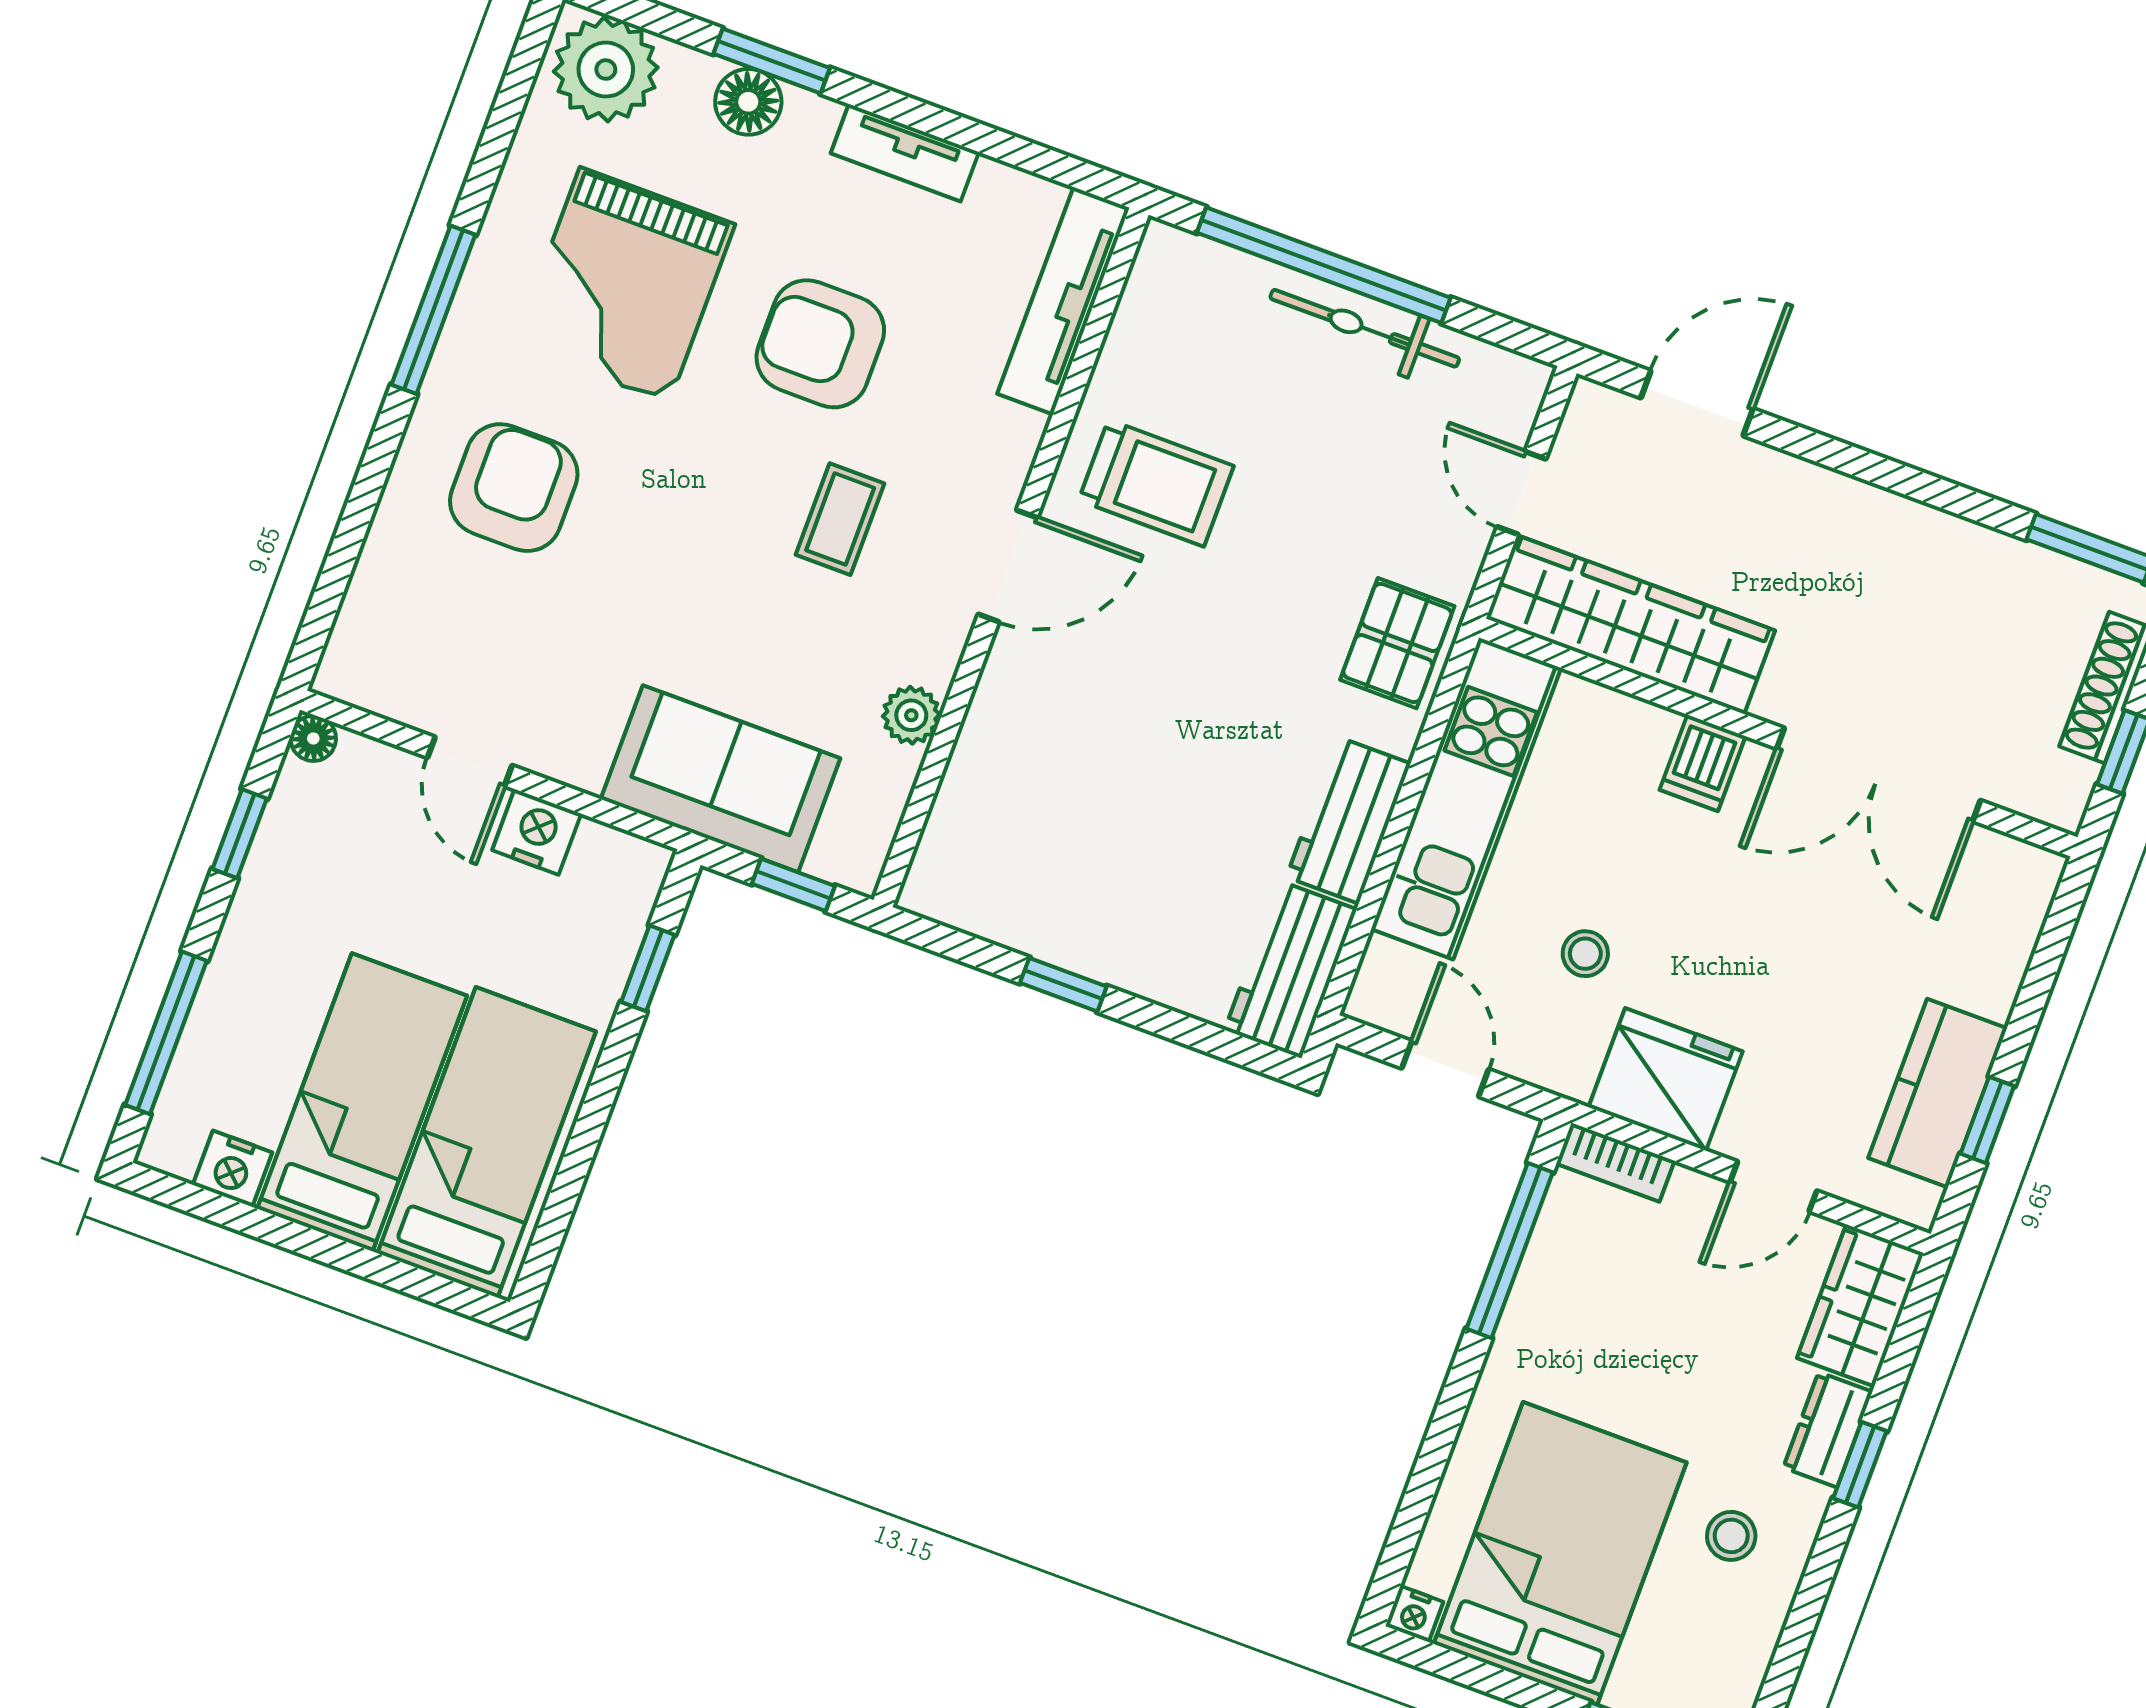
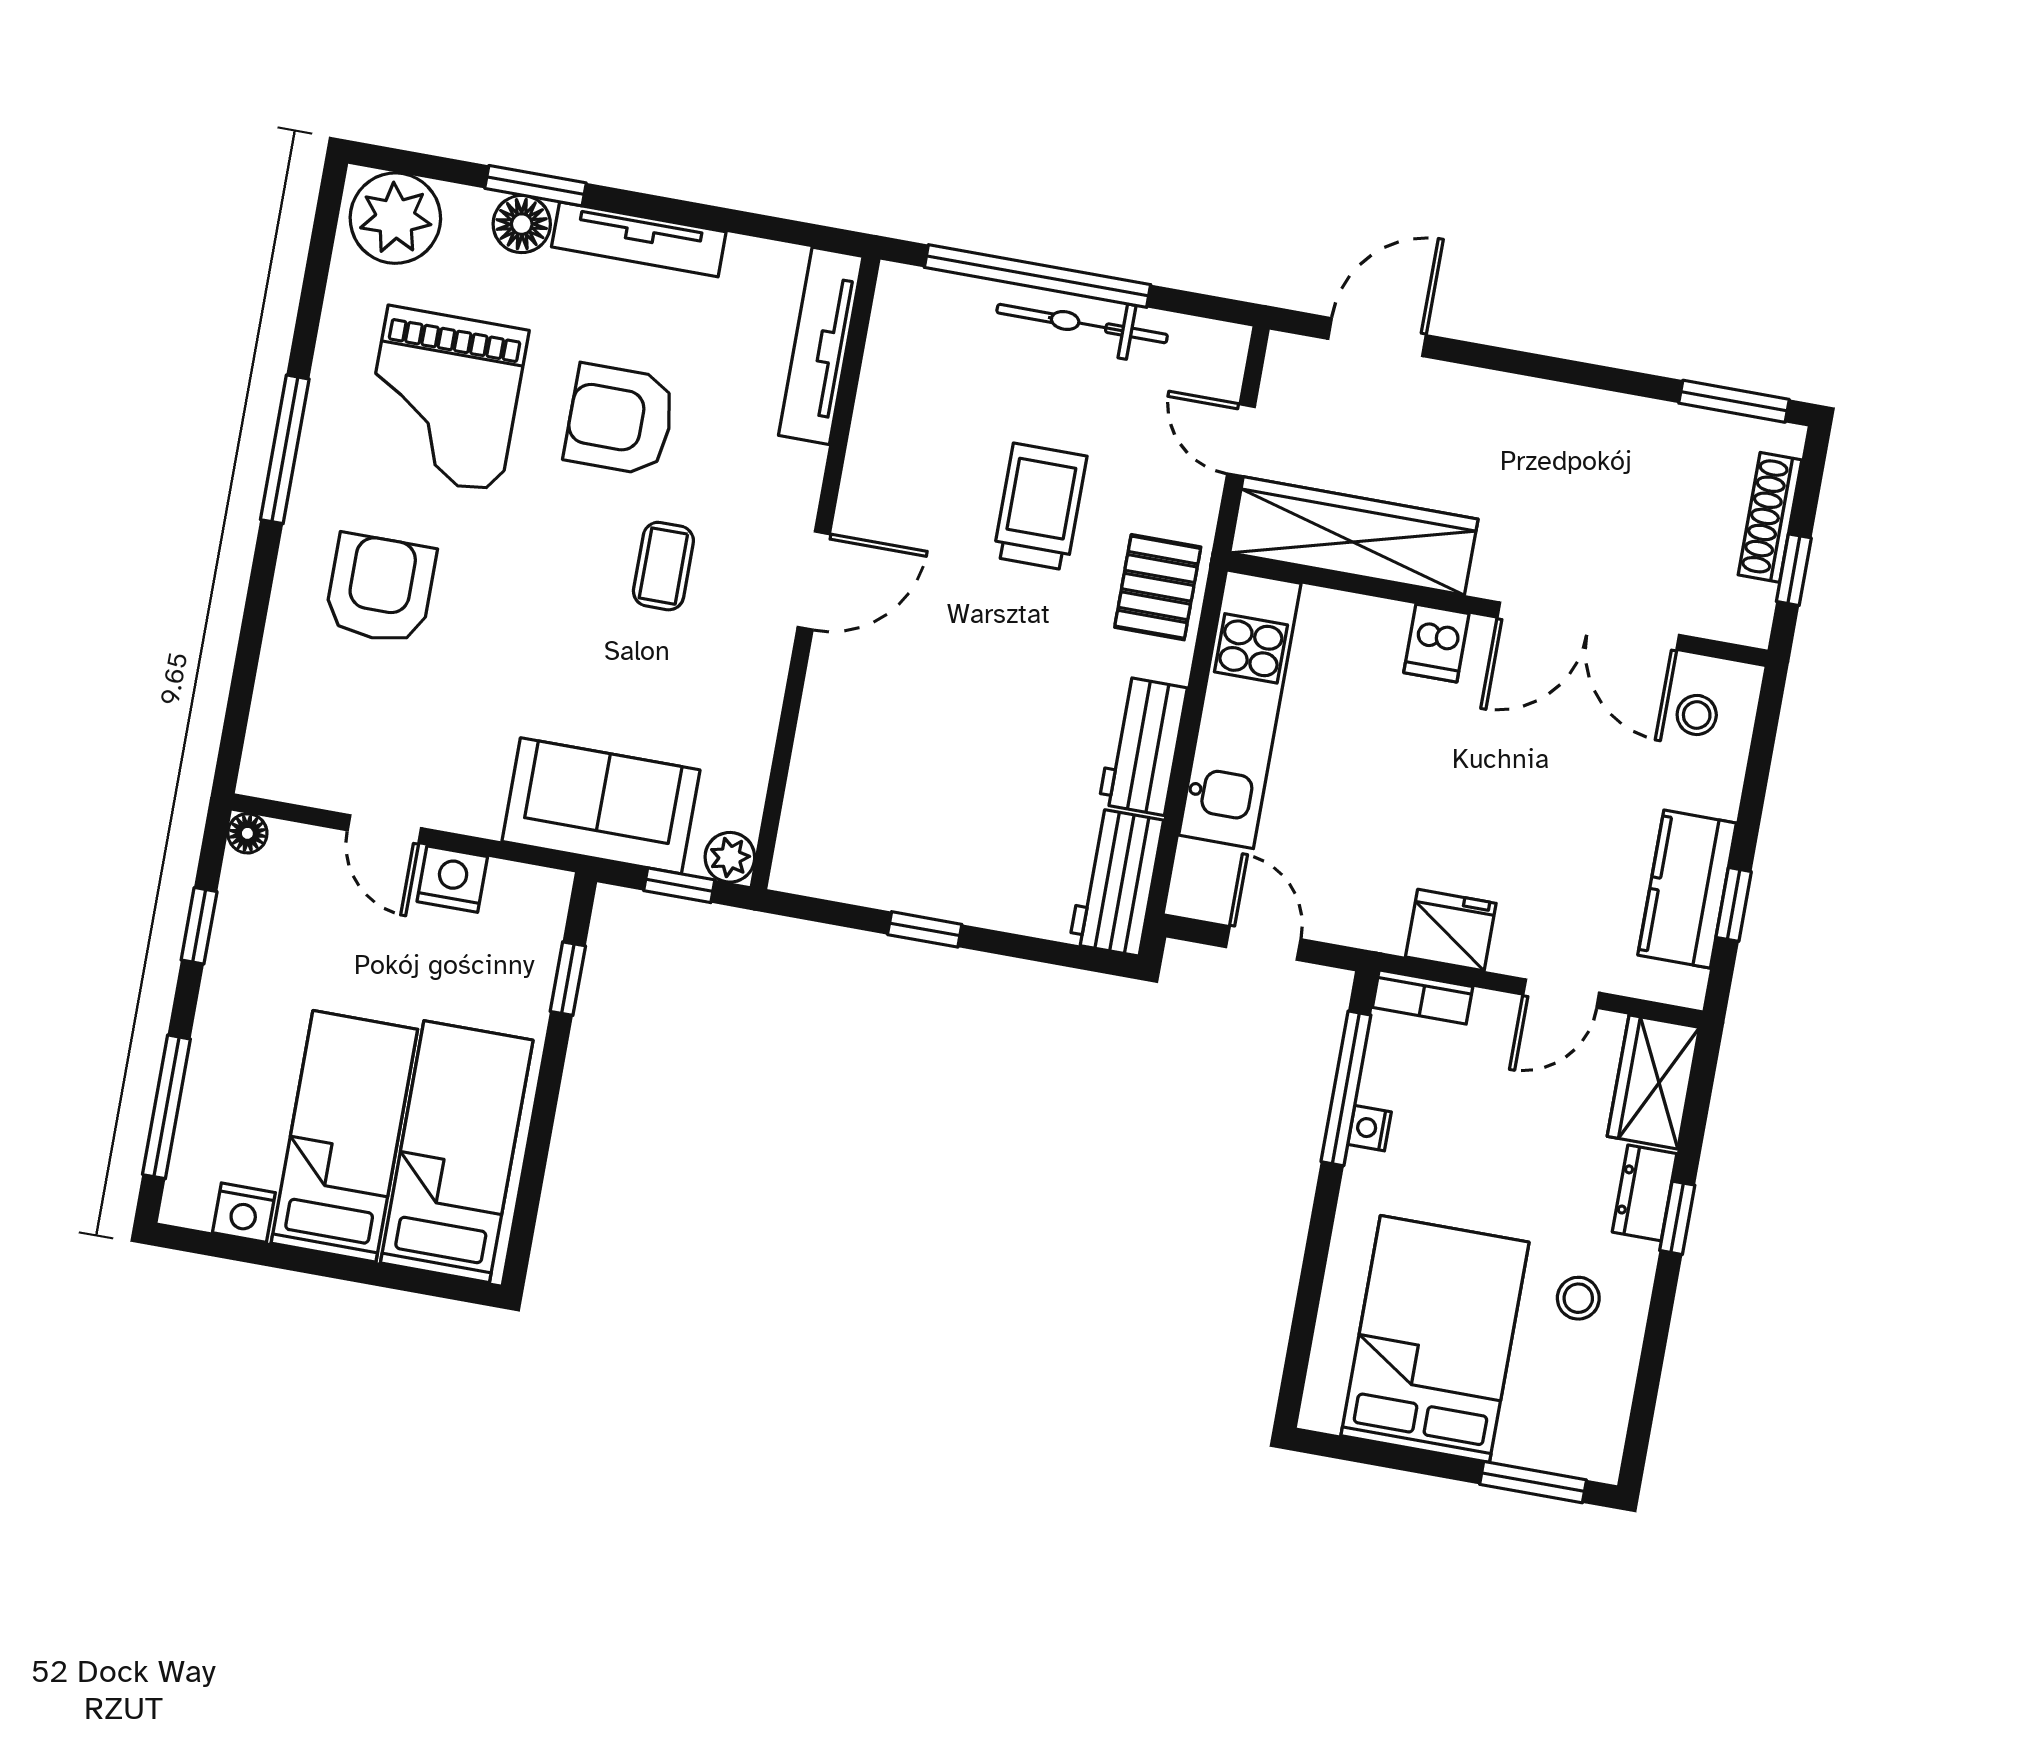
tv unit: (905, 153) -> (639, 239), width x1.41
trolley: (1156, 483) -> (1040, 507), moved, turned -90
plant: (911, 715) -> (730, 857), moved
stool: (1585, 954) -> (1697, 715), moved
fridge: (1666, 1079) -> (1451, 930), width x0.73, depth x0.75
nightstand: (1415, 1614) -> (1370, 1128), moved, turned 90

